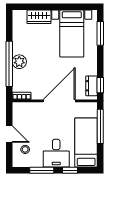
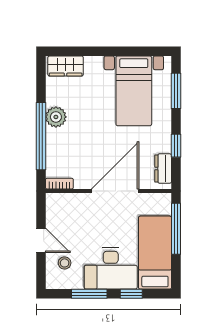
wardrobe: (39, 17) -> (66, 66), moved
plant: (19, 62) -> (56, 117), moved
window: (100, 85) -> (176, 146), moved
desk: (56, 153) -> (111, 268), width x1.37

